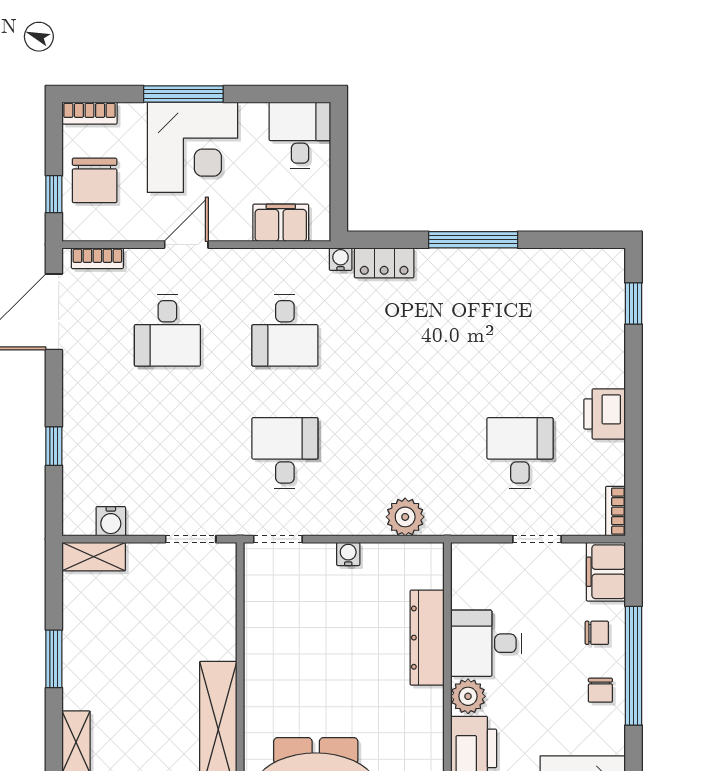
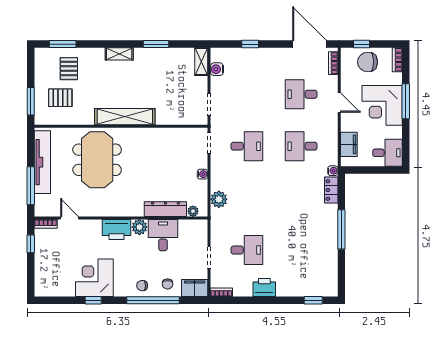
plant: (432, 575) -> (193, 211), added

